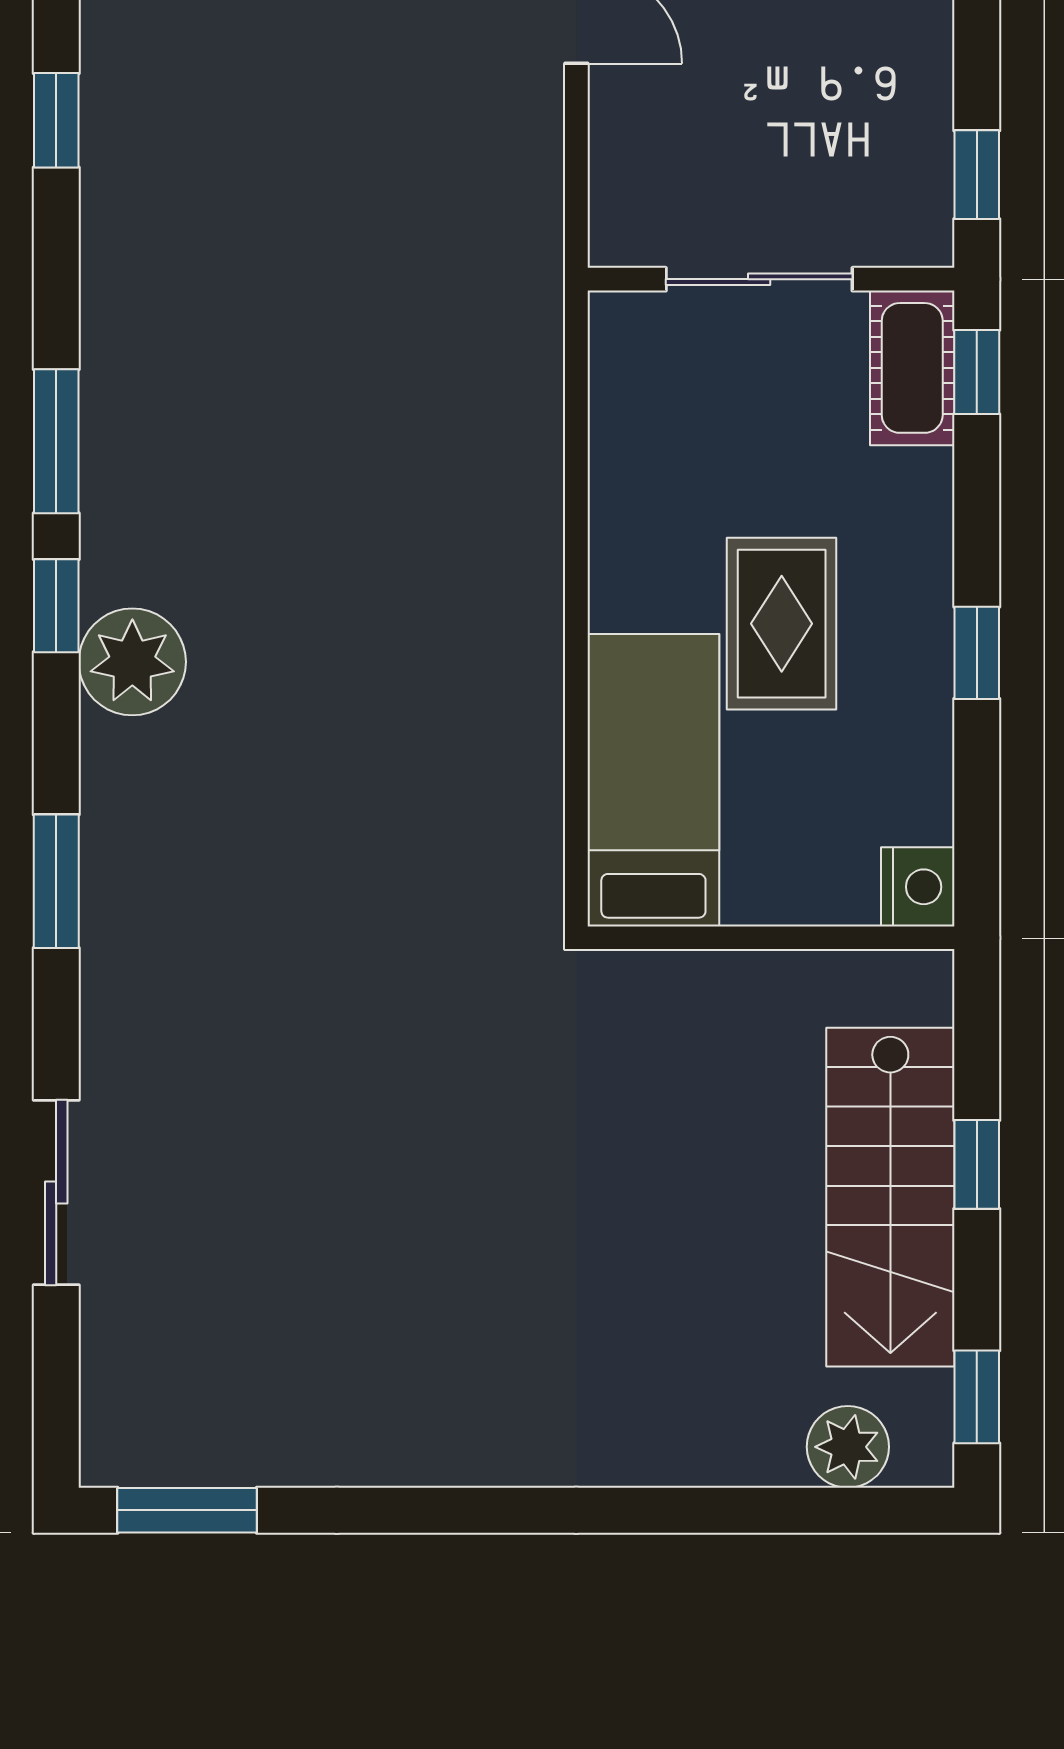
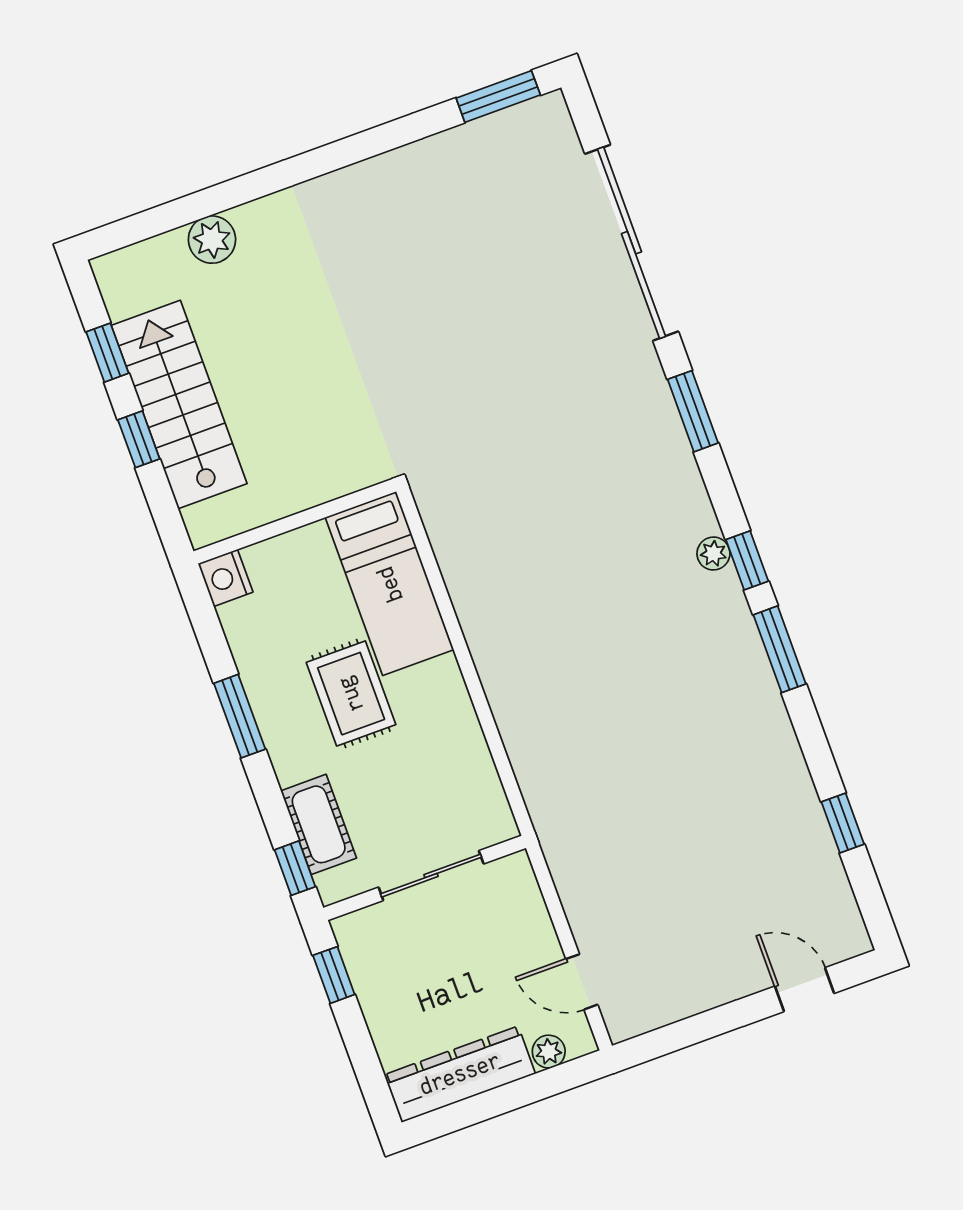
cot: (912, 368) -> (319, 824), moved
window: (977, 653) -> (240, 716), width x1.50
plant: (132, 662) -> (713, 554), width x0.53, depth x0.53
sliding door: (56, 1193) -> (632, 243), width x1.86
window: (977, 1397) -> (107, 353), moved
plant: (848, 1447) -> (212, 240), moved

